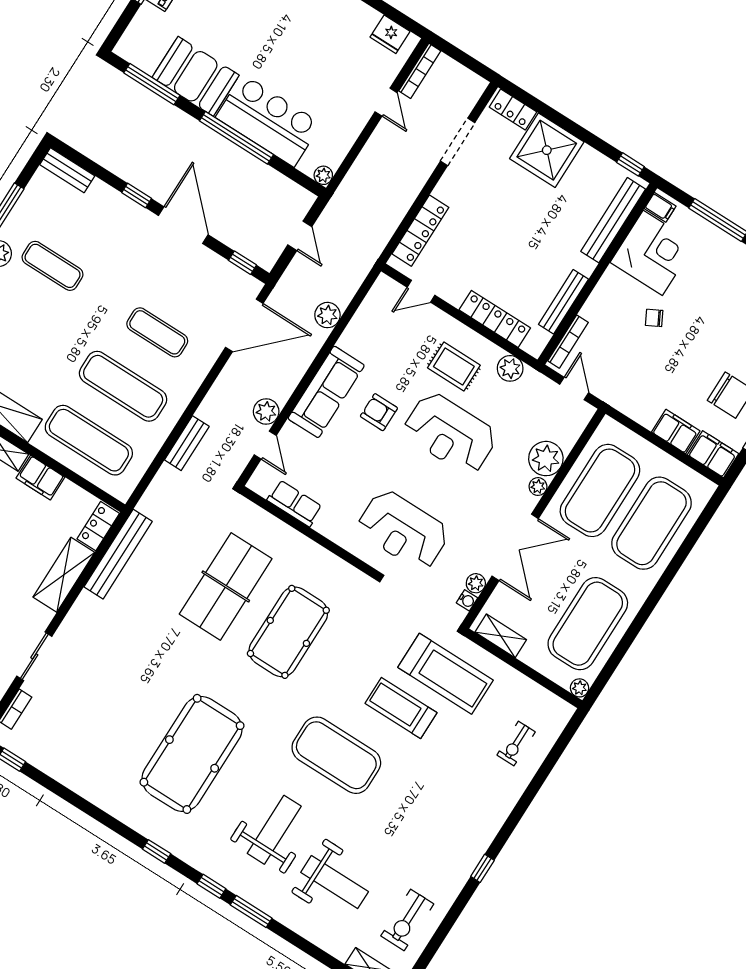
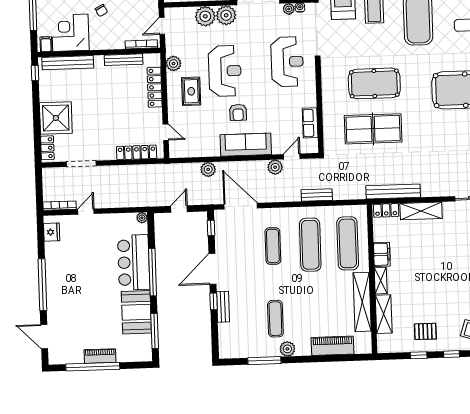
bench: (67, 170) -> (223, 307), moved
plant: (538, 487) -> (226, 15), width x1.88, depth x1.88

